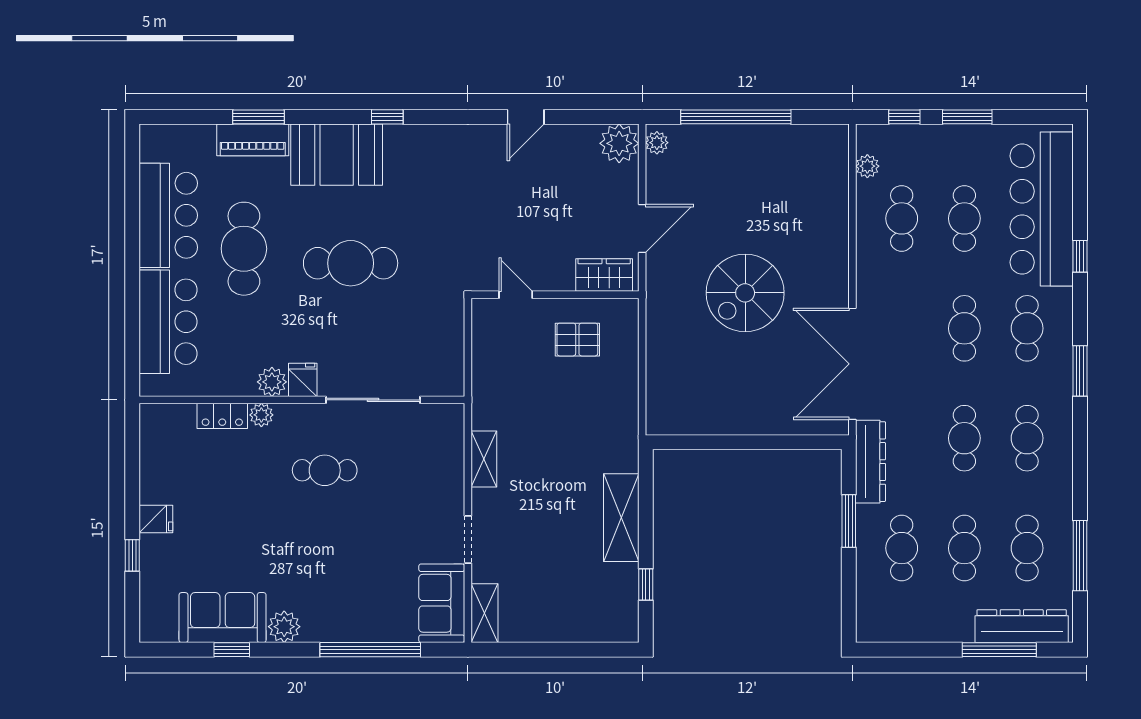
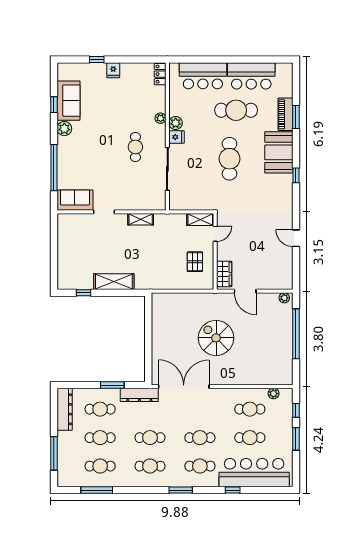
plant: (619, 143) -> (284, 281), removed
locker: (222, 416) -> (160, 74), moved
shelving: (484, 613) -> (200, 220), moved
dresser: (1022, 626) -> (65, 409), moved

